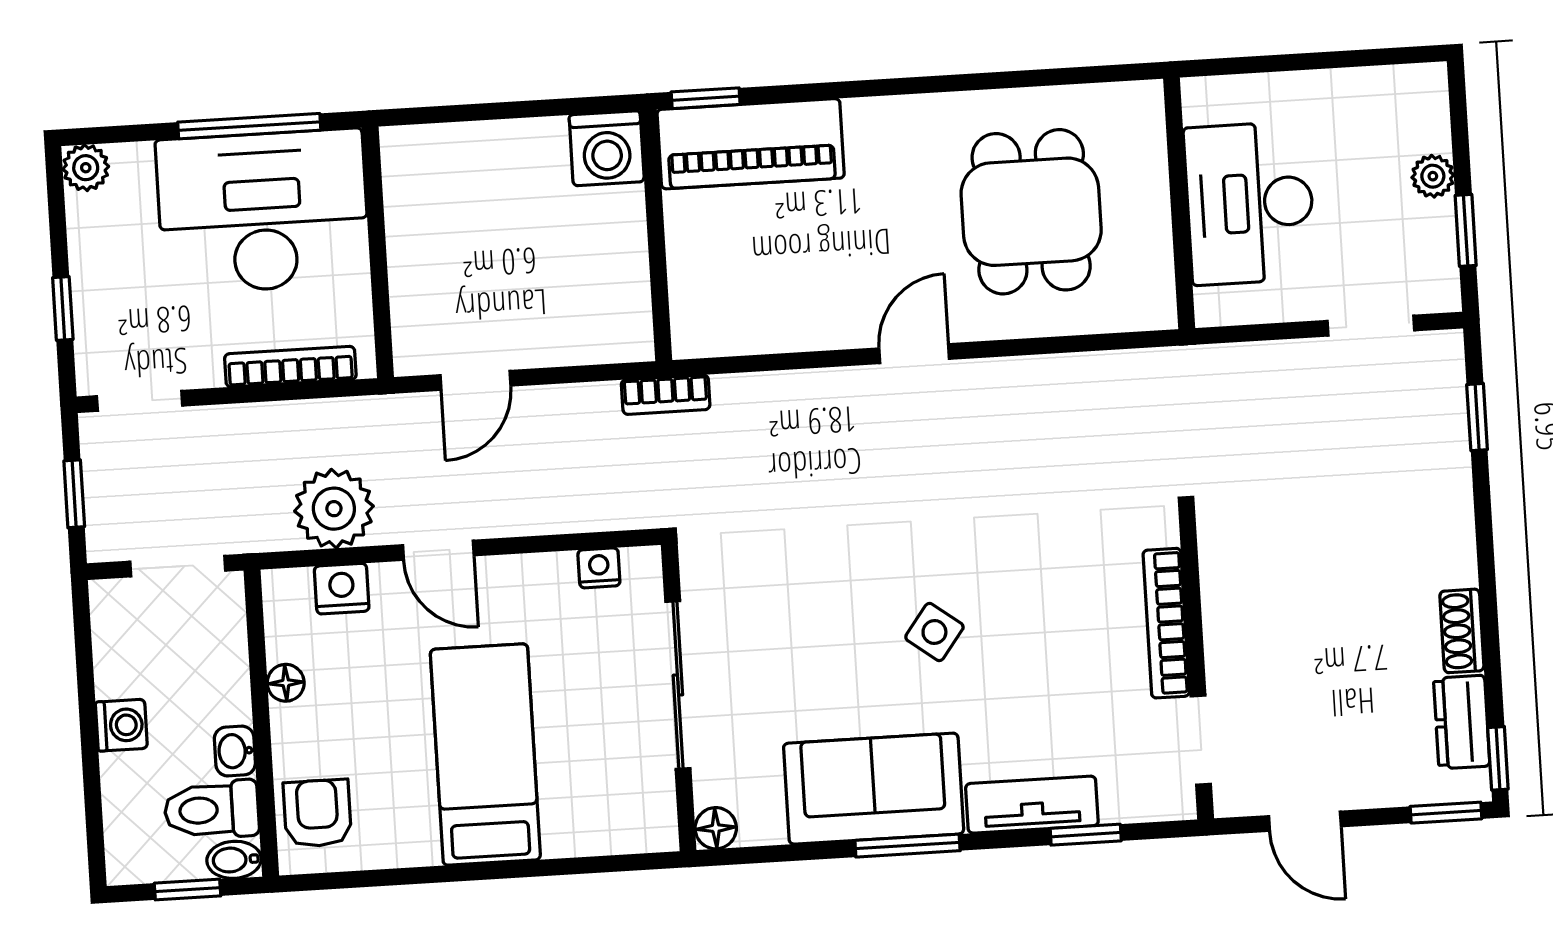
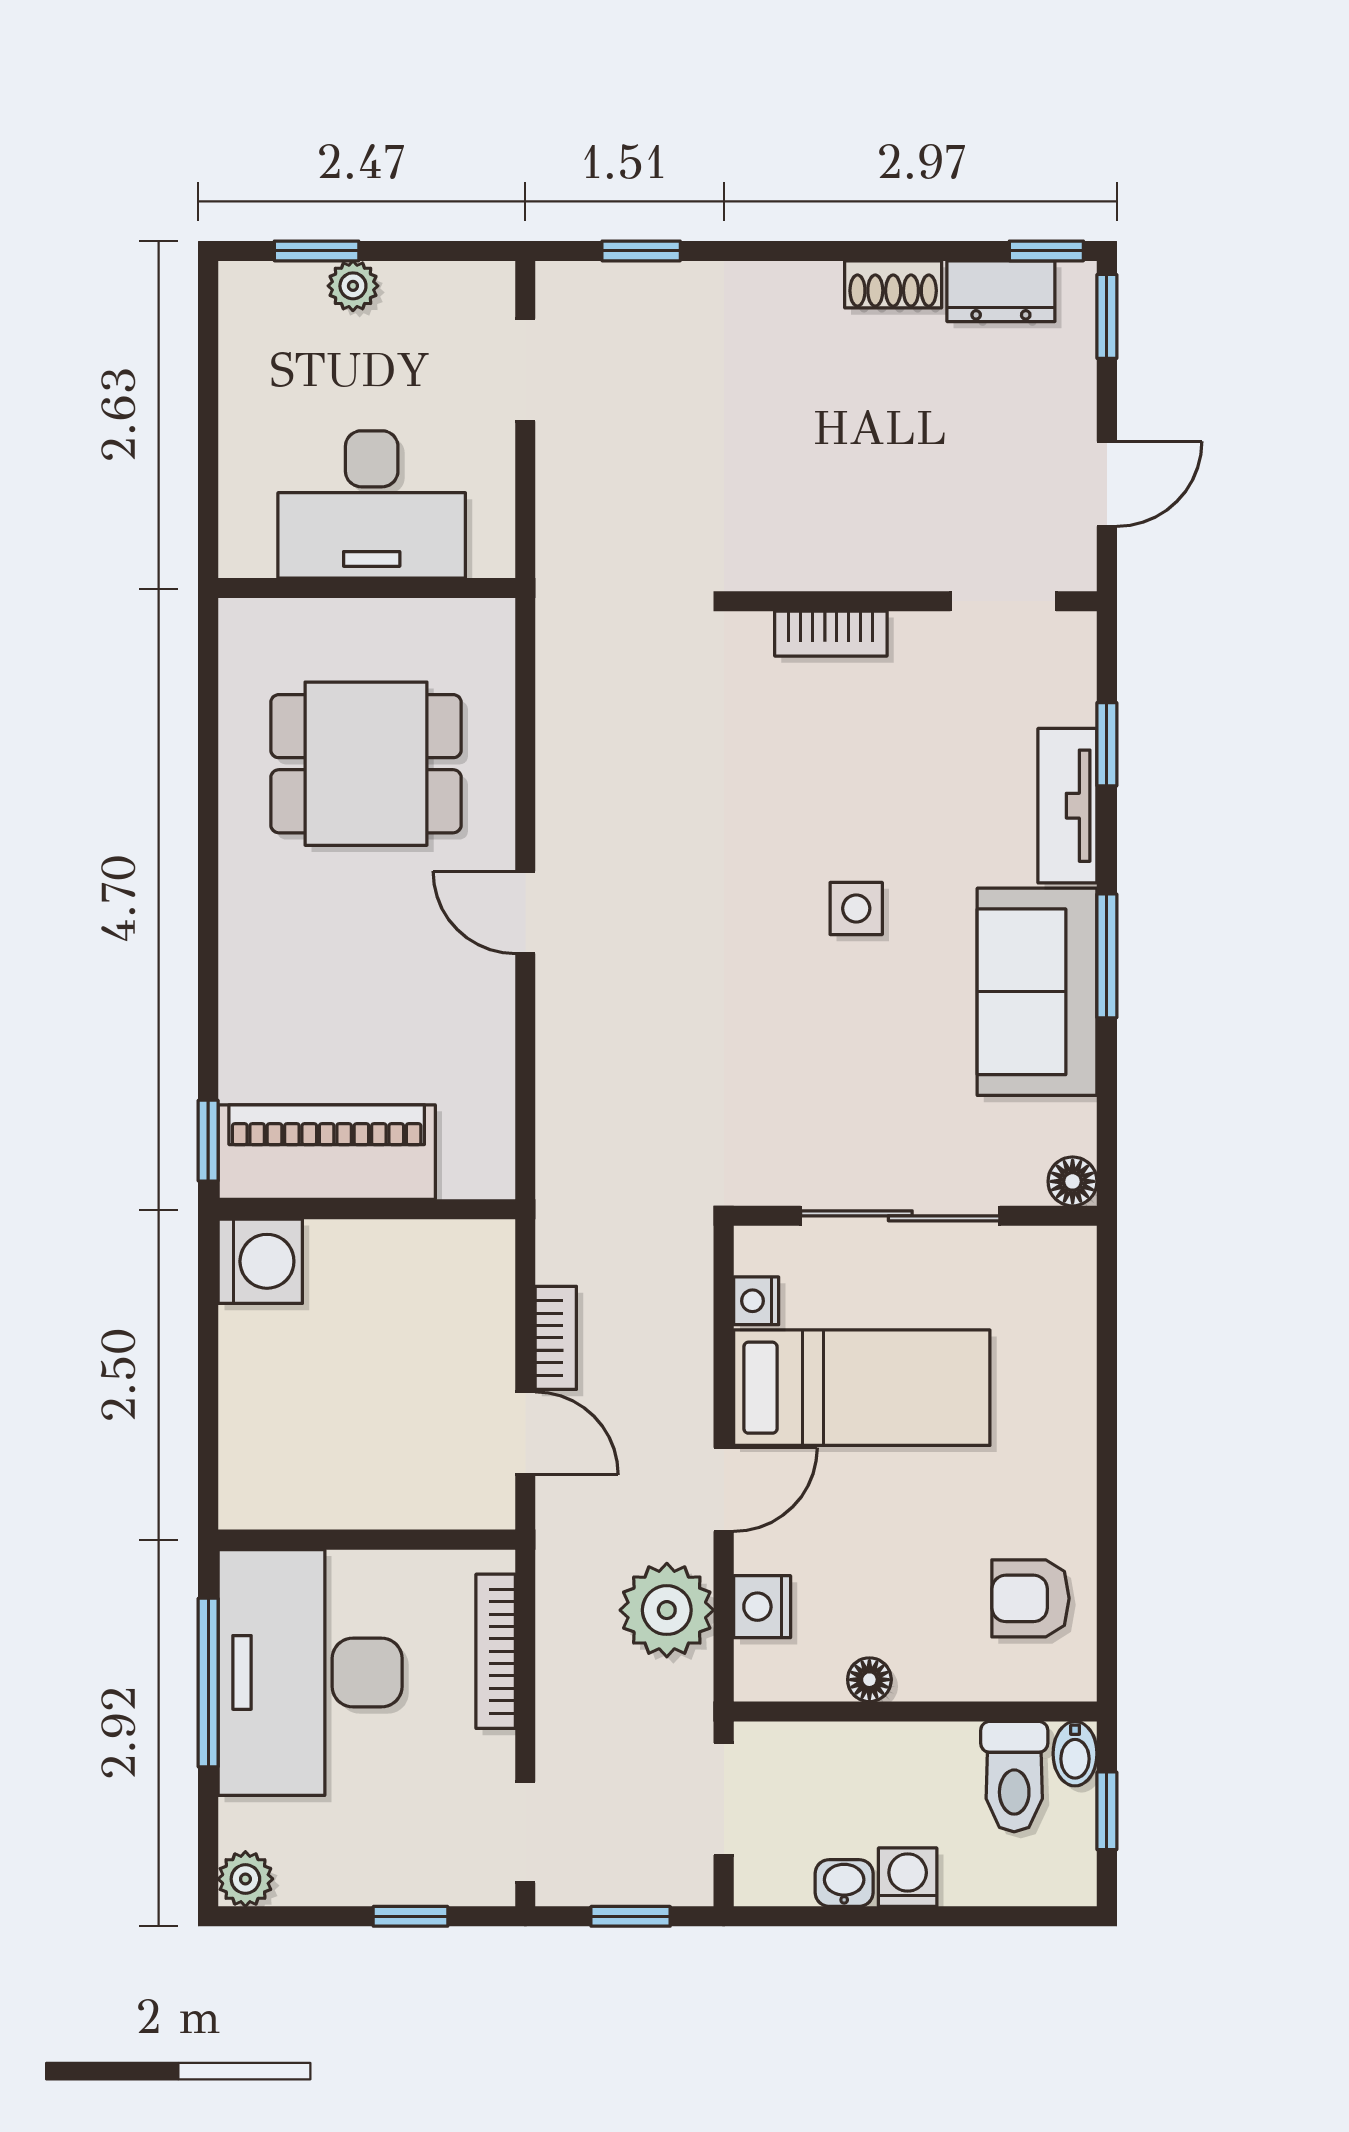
piano: (751, 144) -> (327, 1152), moved, turned -90
window: (1466, 230) -> (317, 251), moved
bookcase: (666, 395) -> (556, 1338), moved
bookcase: (1166, 623) -> (831, 634), width x0.64
side table: (934, 632) -> (856, 908), turned -37
washbasin: (235, 751) -> (844, 1883), moved, turned 180
bed: (485, 755) -> (862, 1388), moved, turned 180
armchair: (317, 813) -> (1030, 1598), moved

